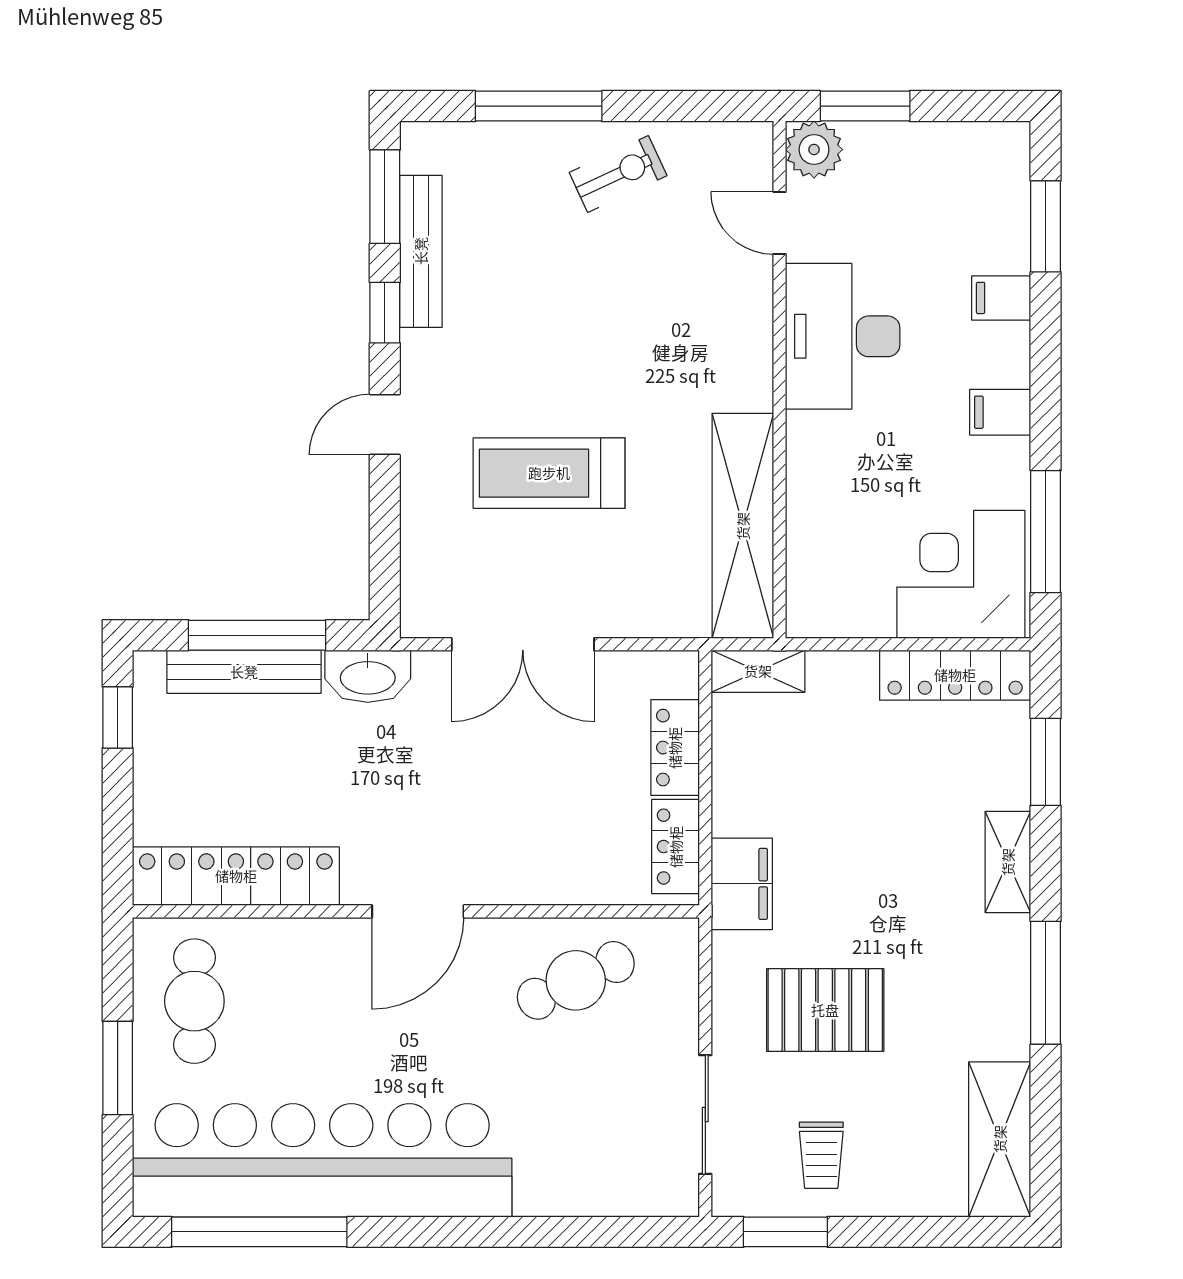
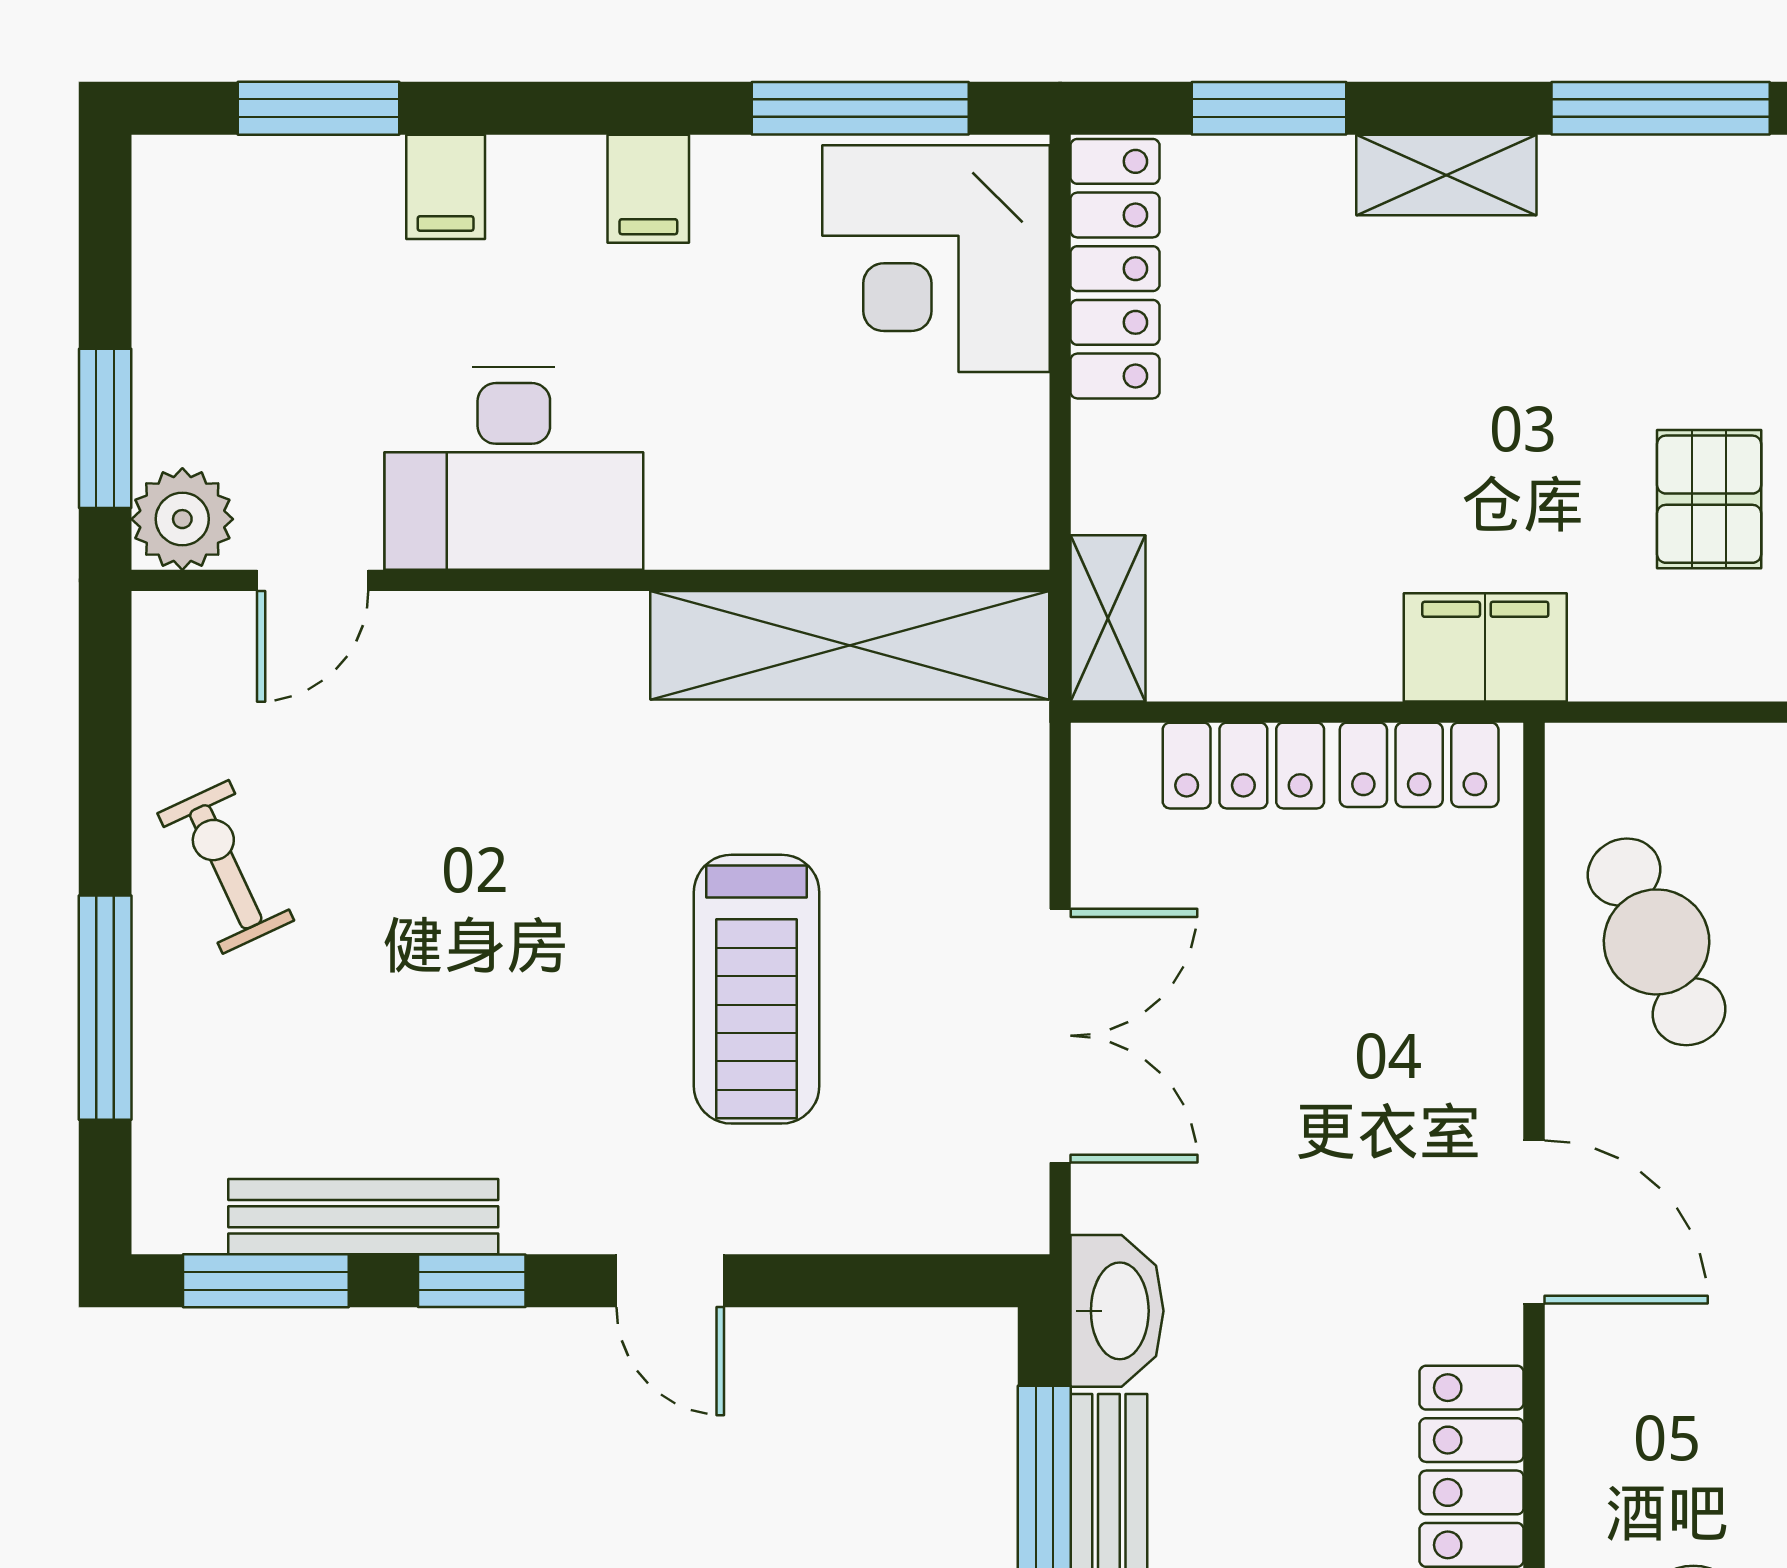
pallet: (825, 1010) -> (1709, 499), width x0.67, depth x0.71

